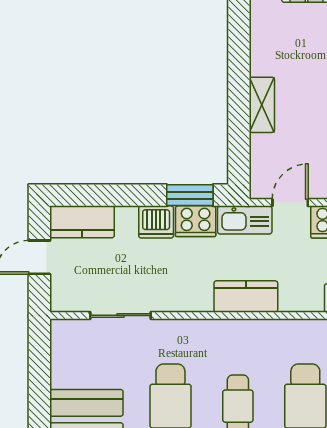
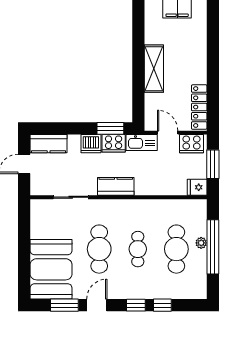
shelving: (262, 105) -> (154, 69), width x1.50, depth x1.33
door: (290, 203) -> (168, 133), hinge flipped
kitchen counter: (246, 297) -> (116, 186), moved

